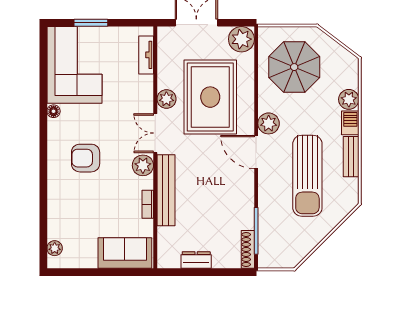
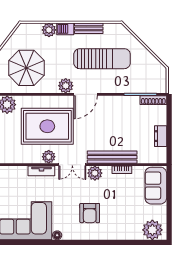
tv unit: (146, 55) -> (41, 171), moved
plant: (55, 248) -> (152, 230), width x1.88, depth x1.88

